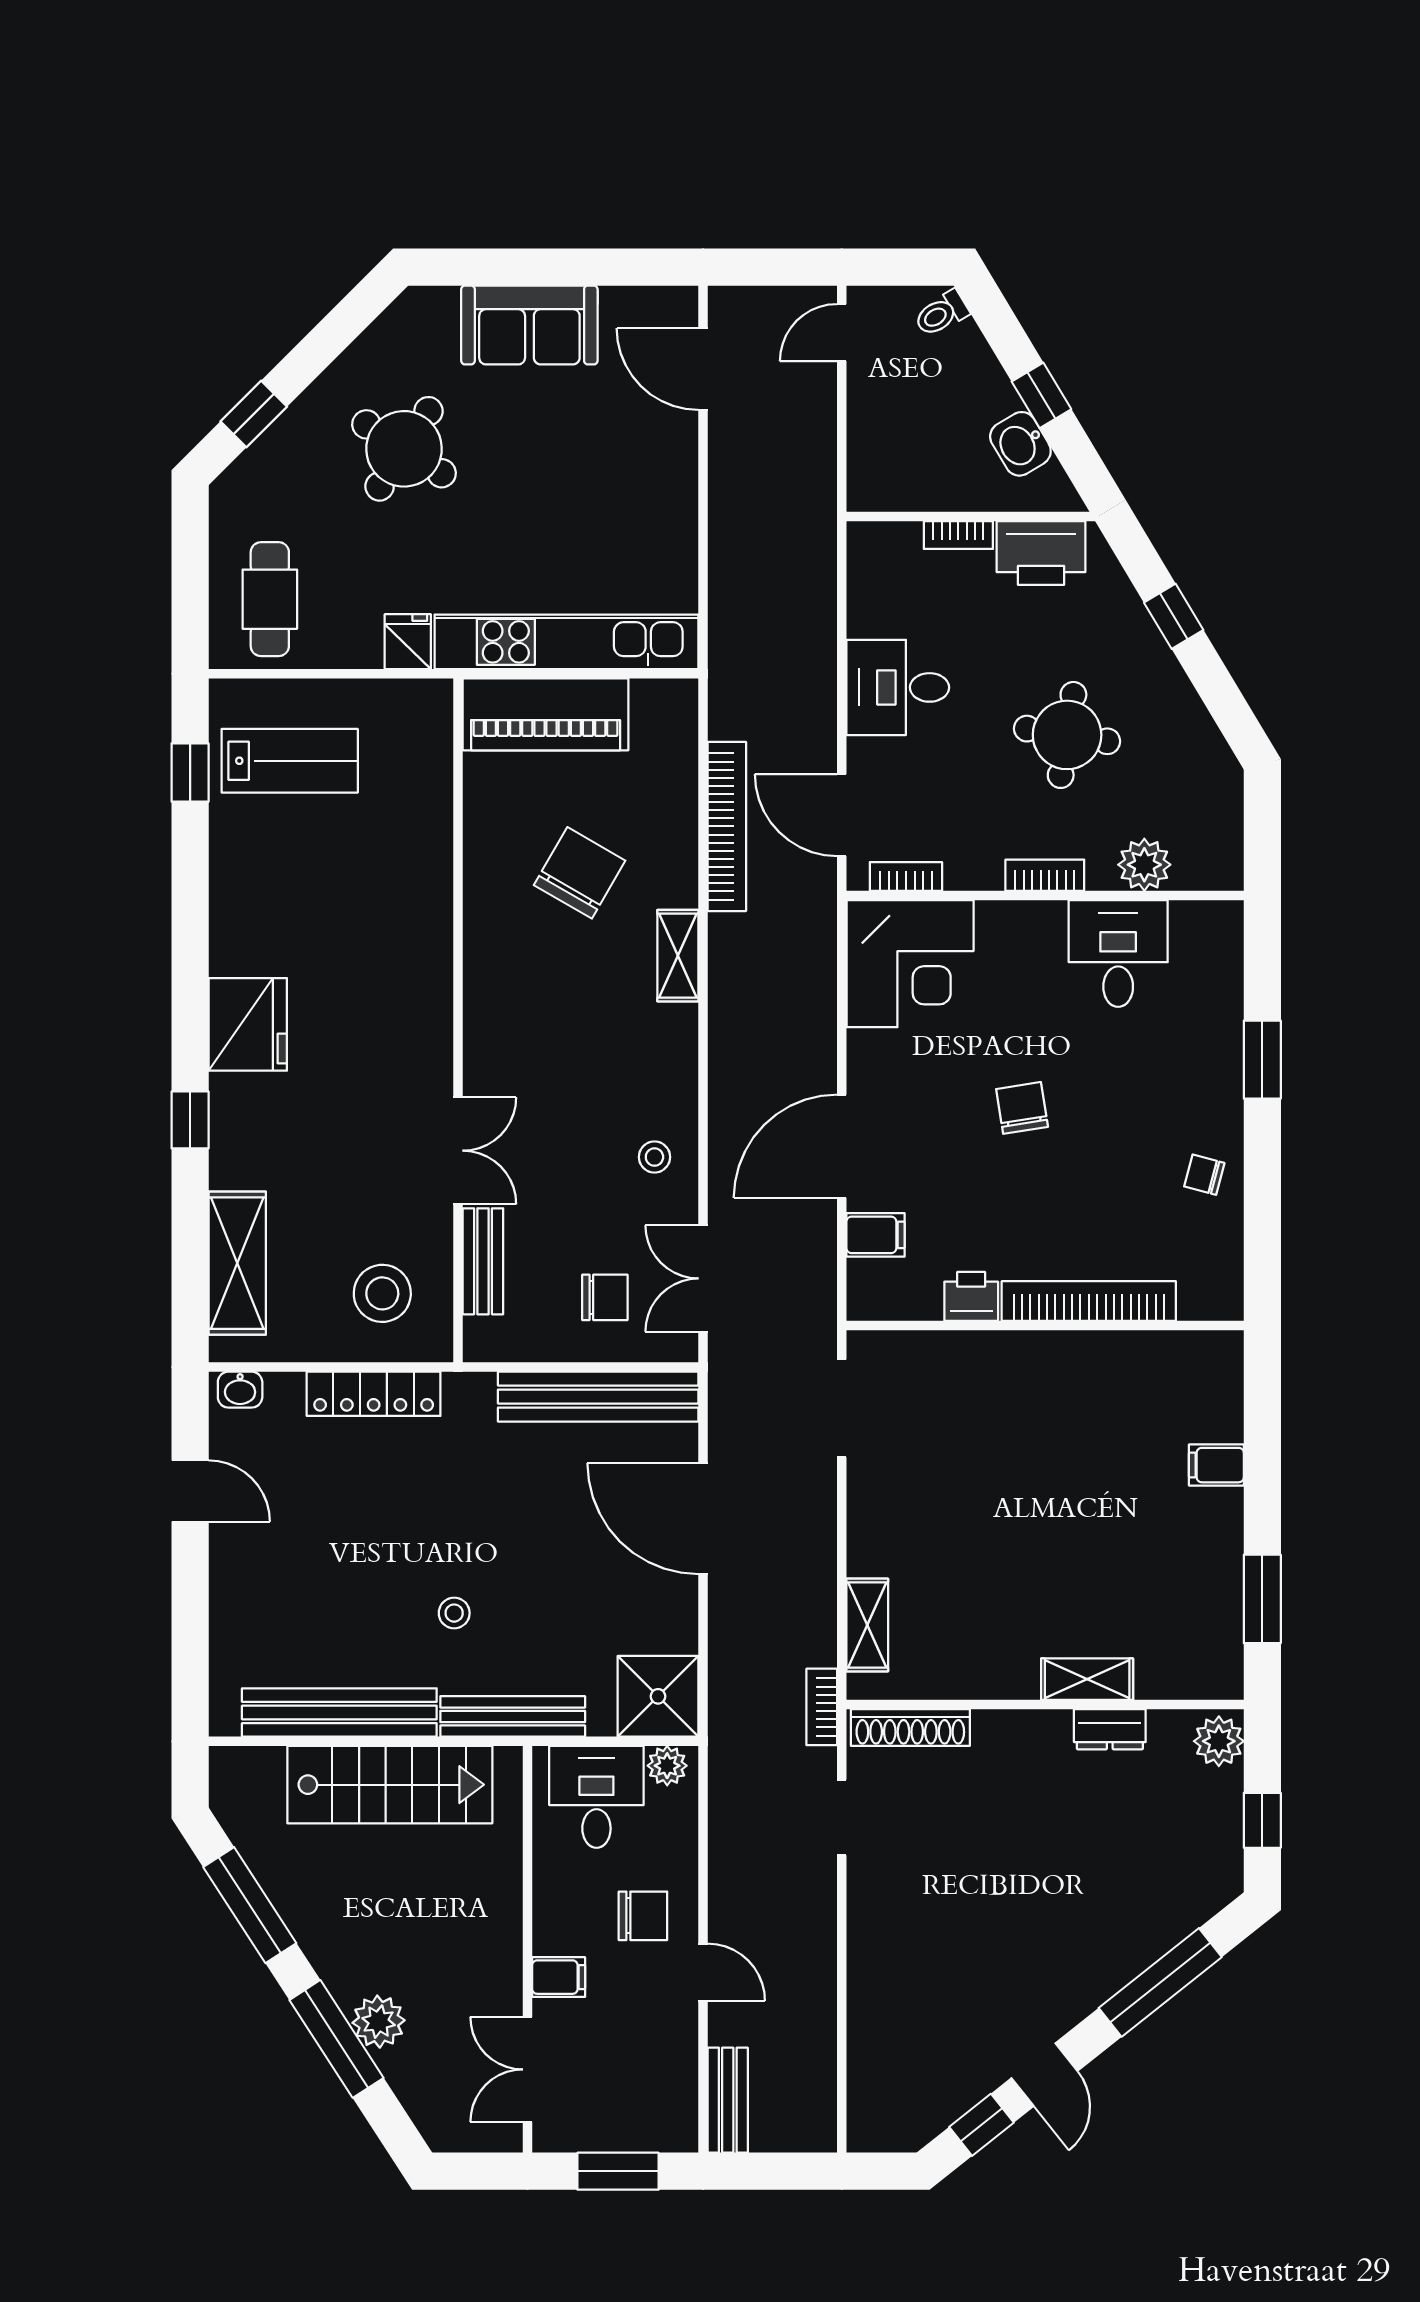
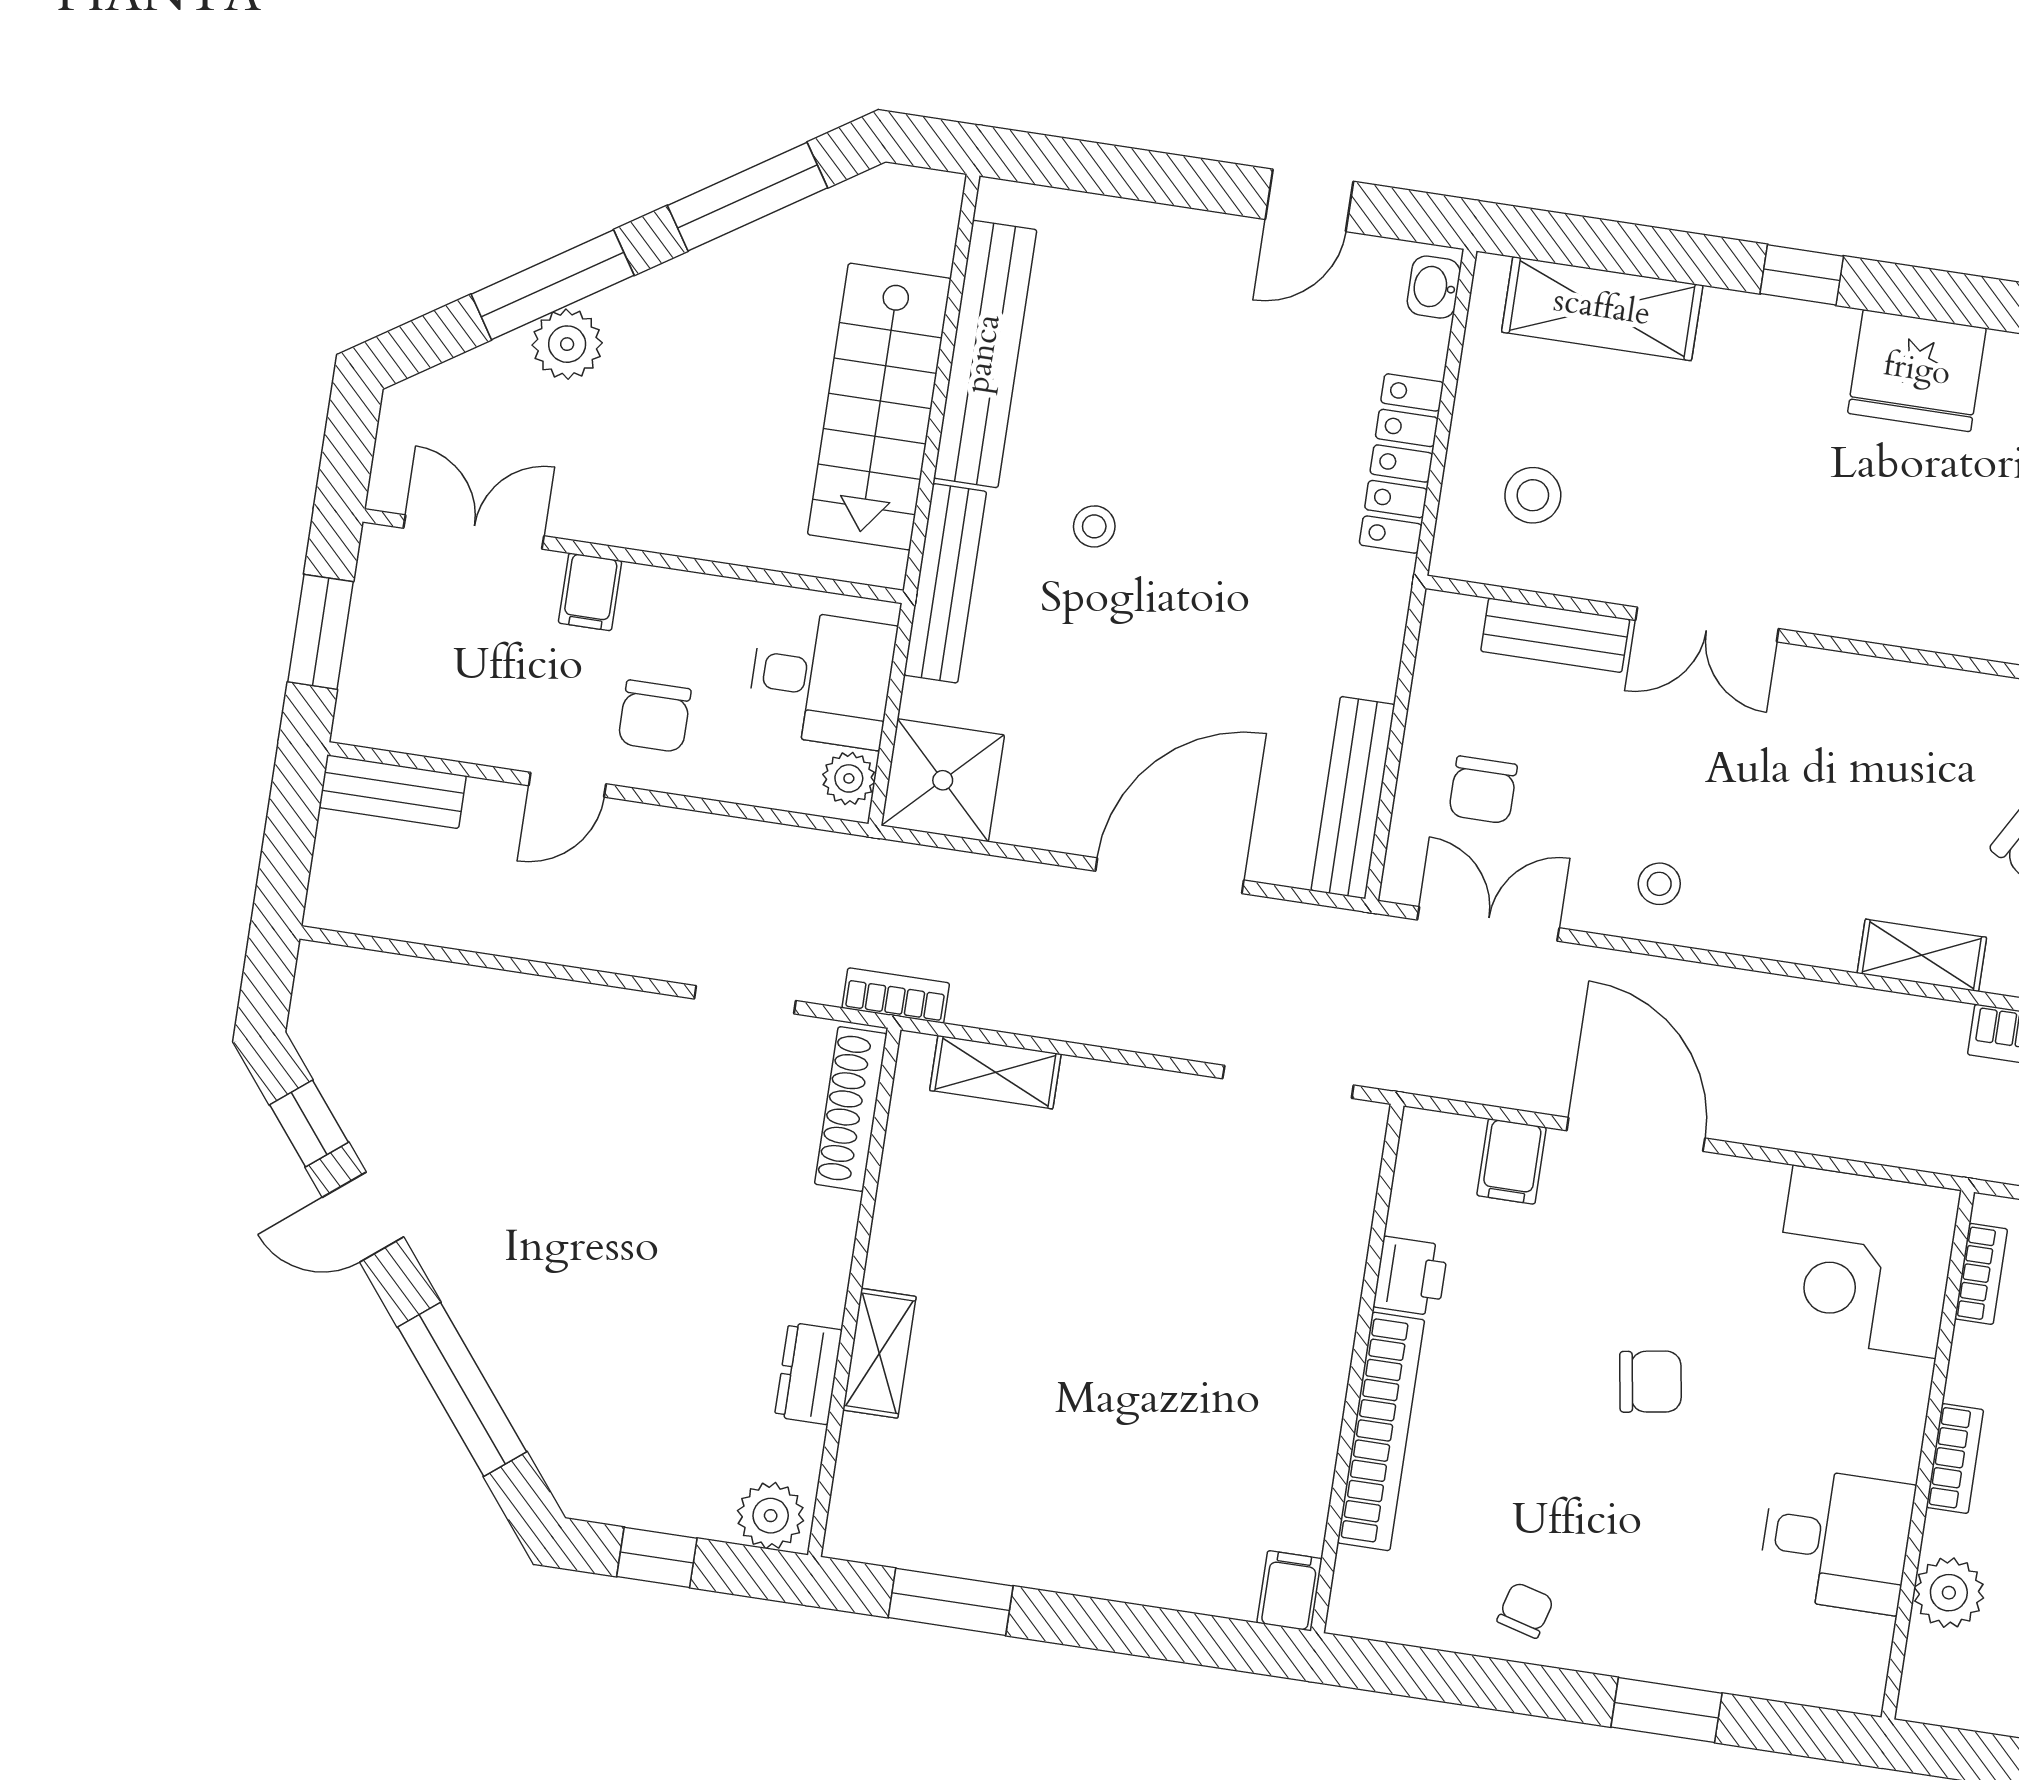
stool: (382, 1293) -> (1533, 495), width x0.73, depth x0.73
bench: (598, 1397) -> (1353, 798), width x0.73, depth x0.82
filing cabinet: (1216, 1465) -> (1290, 1591), moved

